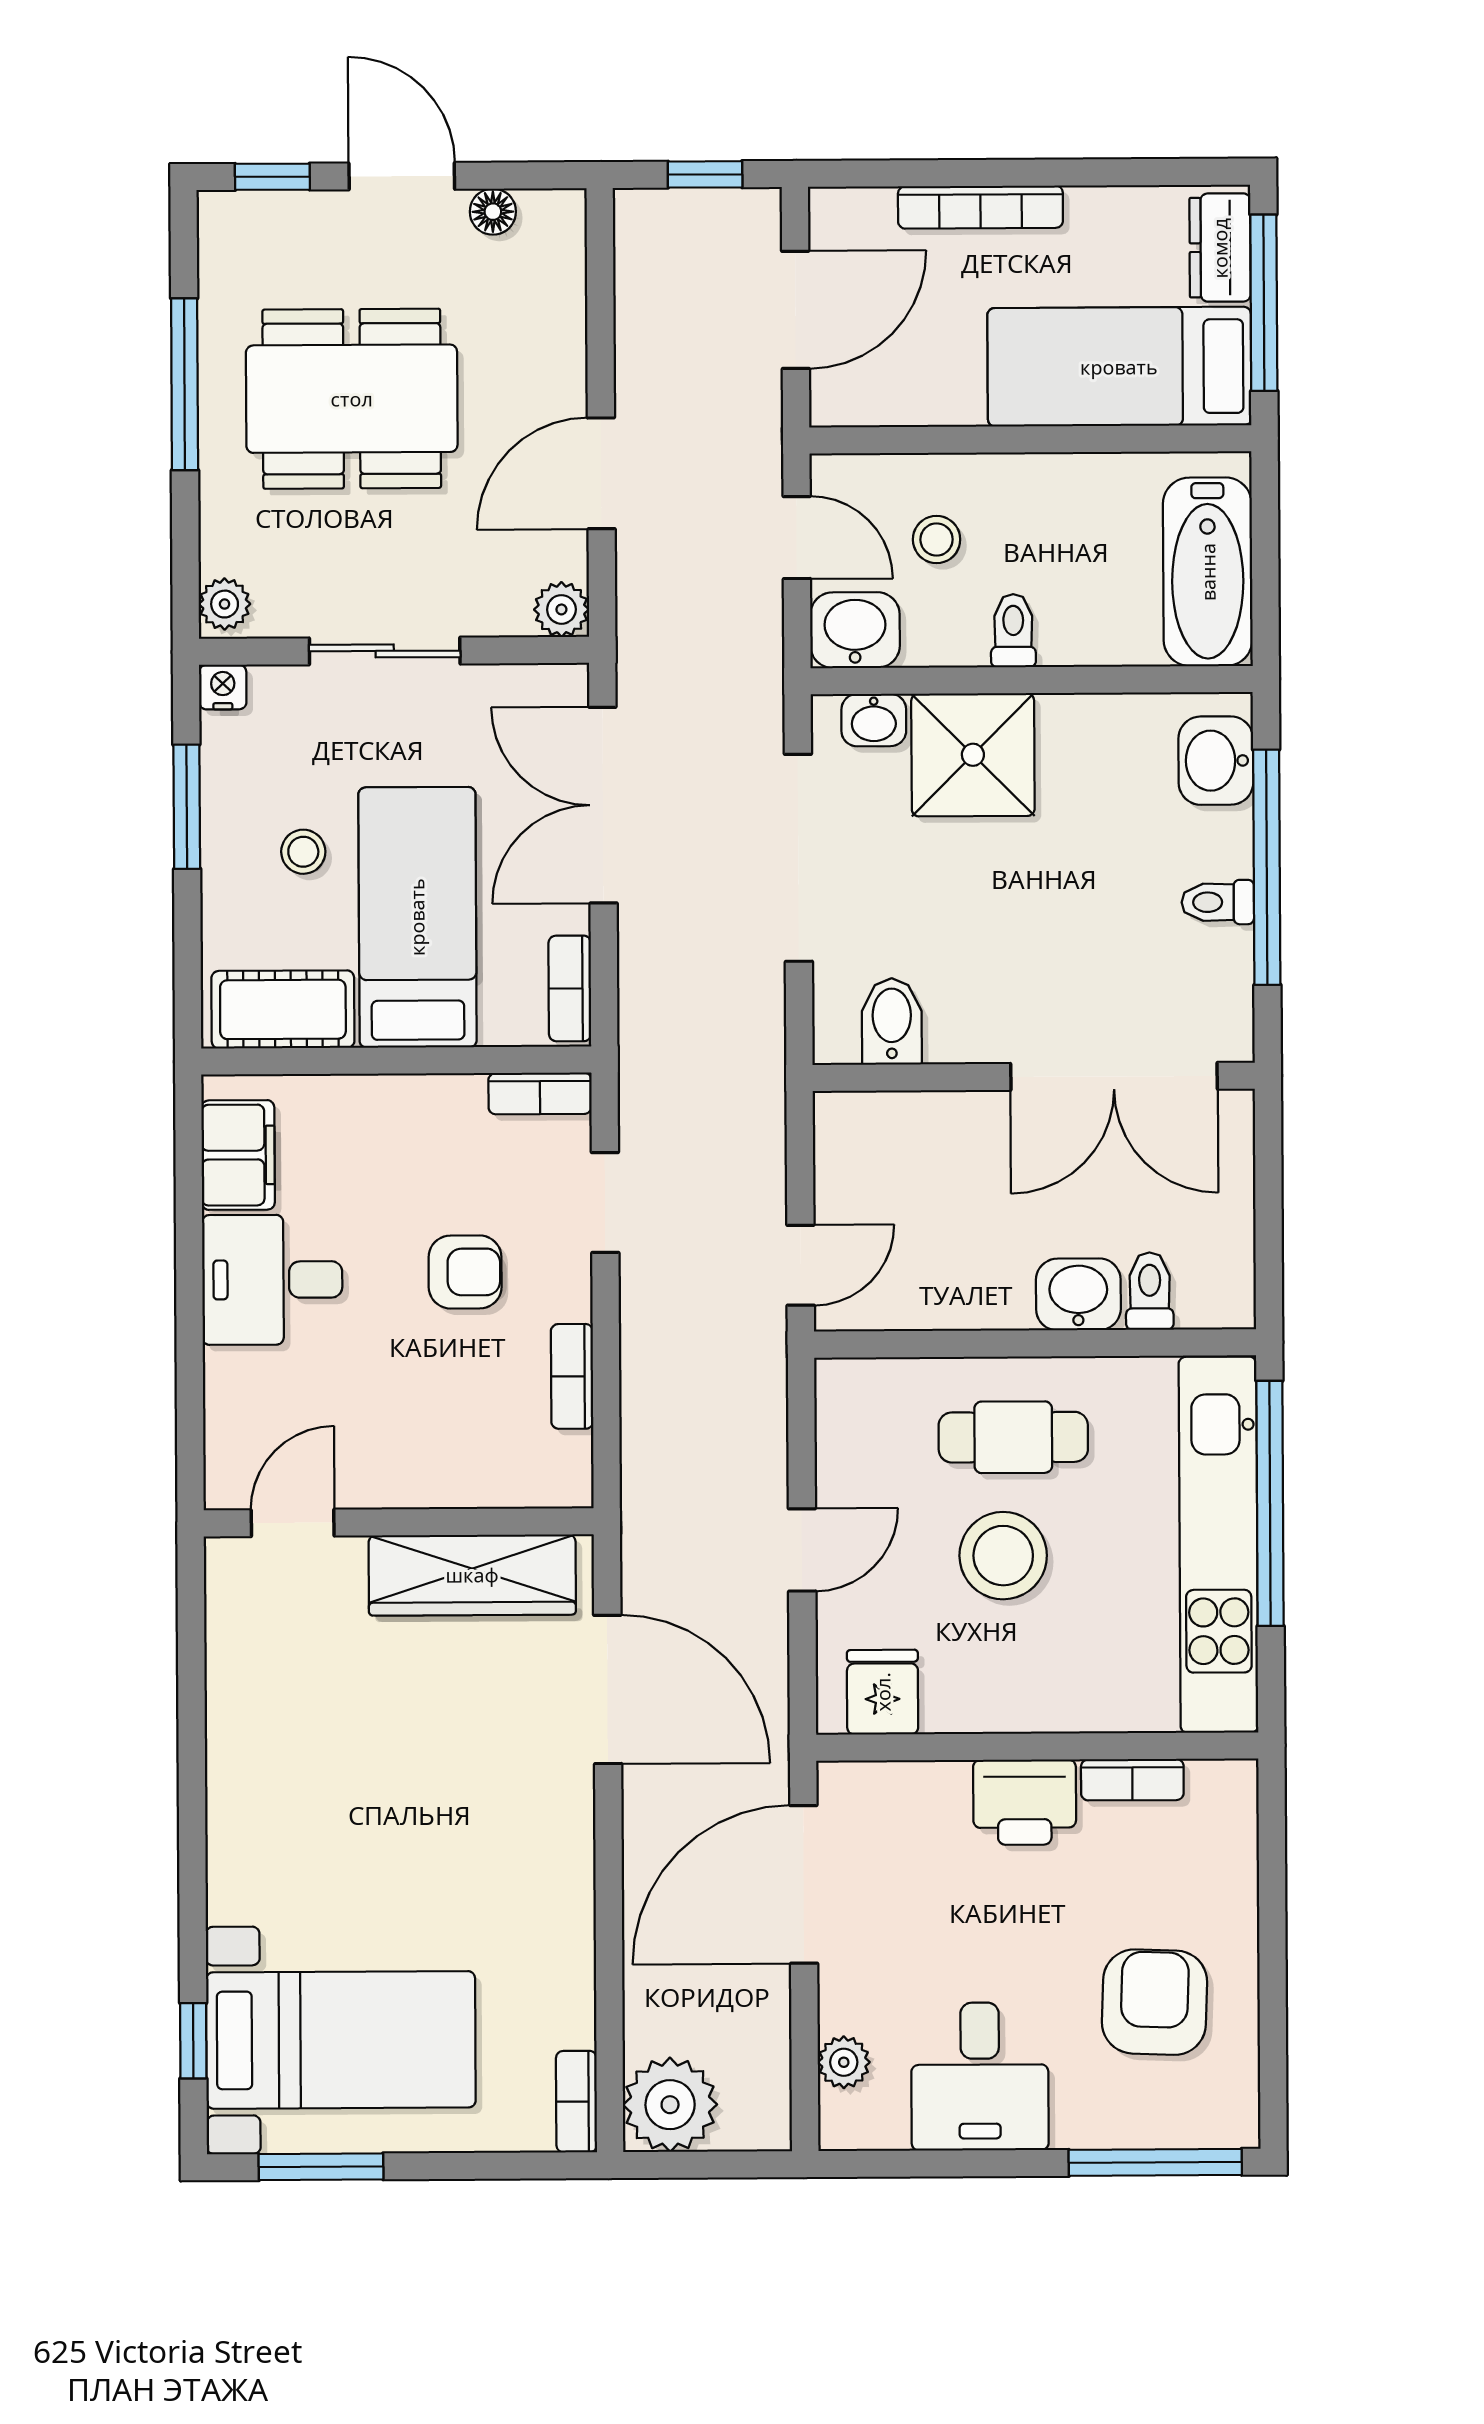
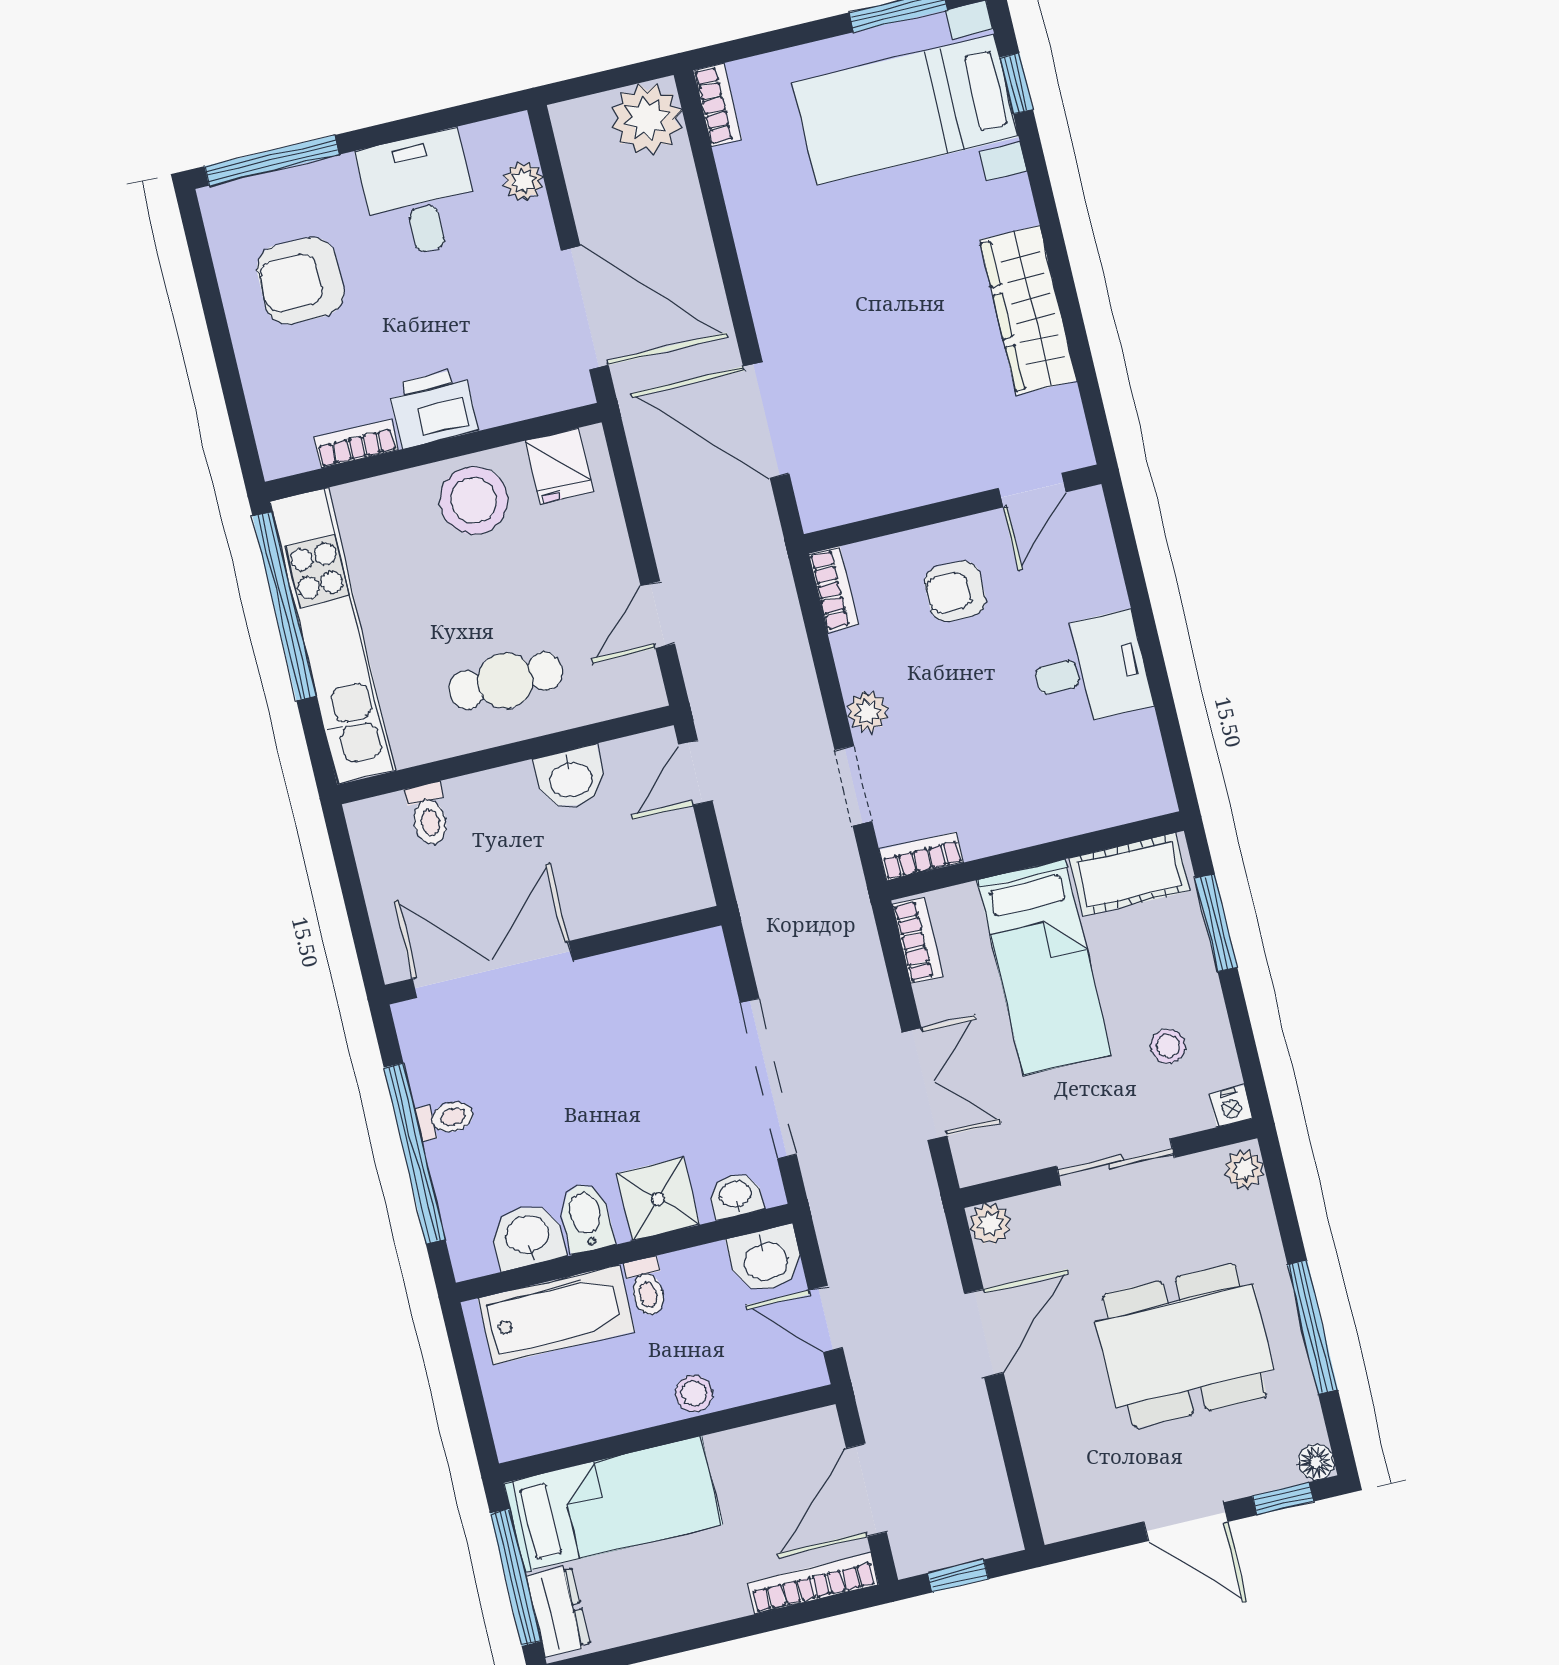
bookcase: (980, 207) -> (813, 1584), moved
floor lamp: (493, 212) -> (1316, 1462), moved
stool: (937, 539) -> (694, 1394), moved
bathtub: (1208, 572) -> (556, 1315), moved, turned 90
shower: (973, 755) -> (658, 1199), width x0.73, depth x0.73
washbasin: (1216, 761) -> (528, 1236), moved, turned -90
double door: (603, 805) -> (924, 1084), width x0.73
window: (187, 807) -> (1216, 923), moved
stool: (303, 852) -> (1168, 1046), moved
bidet: (892, 1021) -> (586, 1218), moved, turned 180
filing cabinet: (238, 1155) -> (1138, 757), removed
armchair: (465, 1272) -> (955, 591), moved
plant: (565, 1292) -> (868, 712), added
washbasin: (1078, 1294) -> (571, 778), moved
bookcase: (572, 1376) -> (833, 589), moved
window: (1270, 1503) -> (284, 606), moved
door: (802, 1550) -> (658, 615), moved
stool: (1003, 1556) -> (474, 501), moved
wardrobe: (472, 1575) -> (1028, 310), moved, turned -90
door: (804, 1884) -> (585, 308), hinge flipped
armchair: (1155, 2002) -> (300, 281), turned 88

